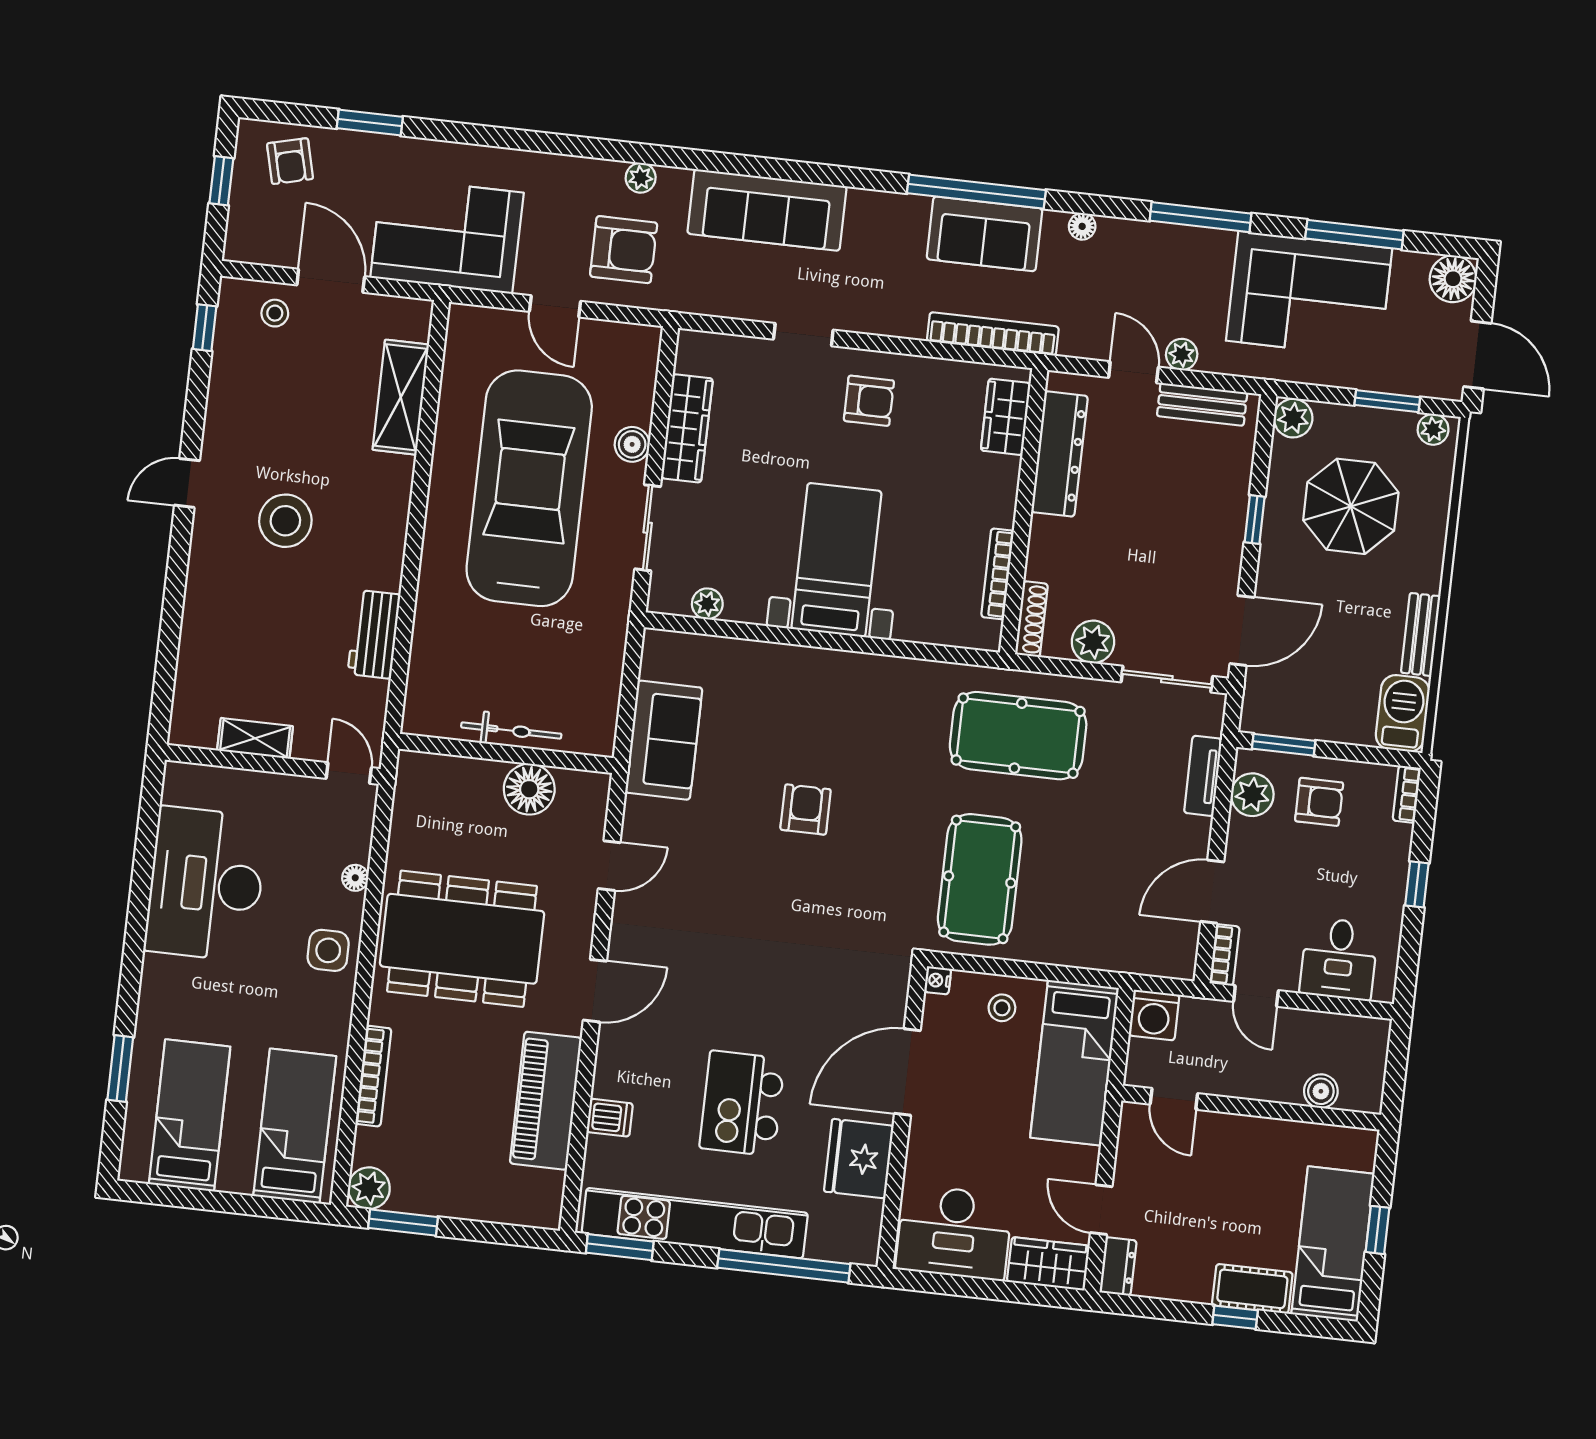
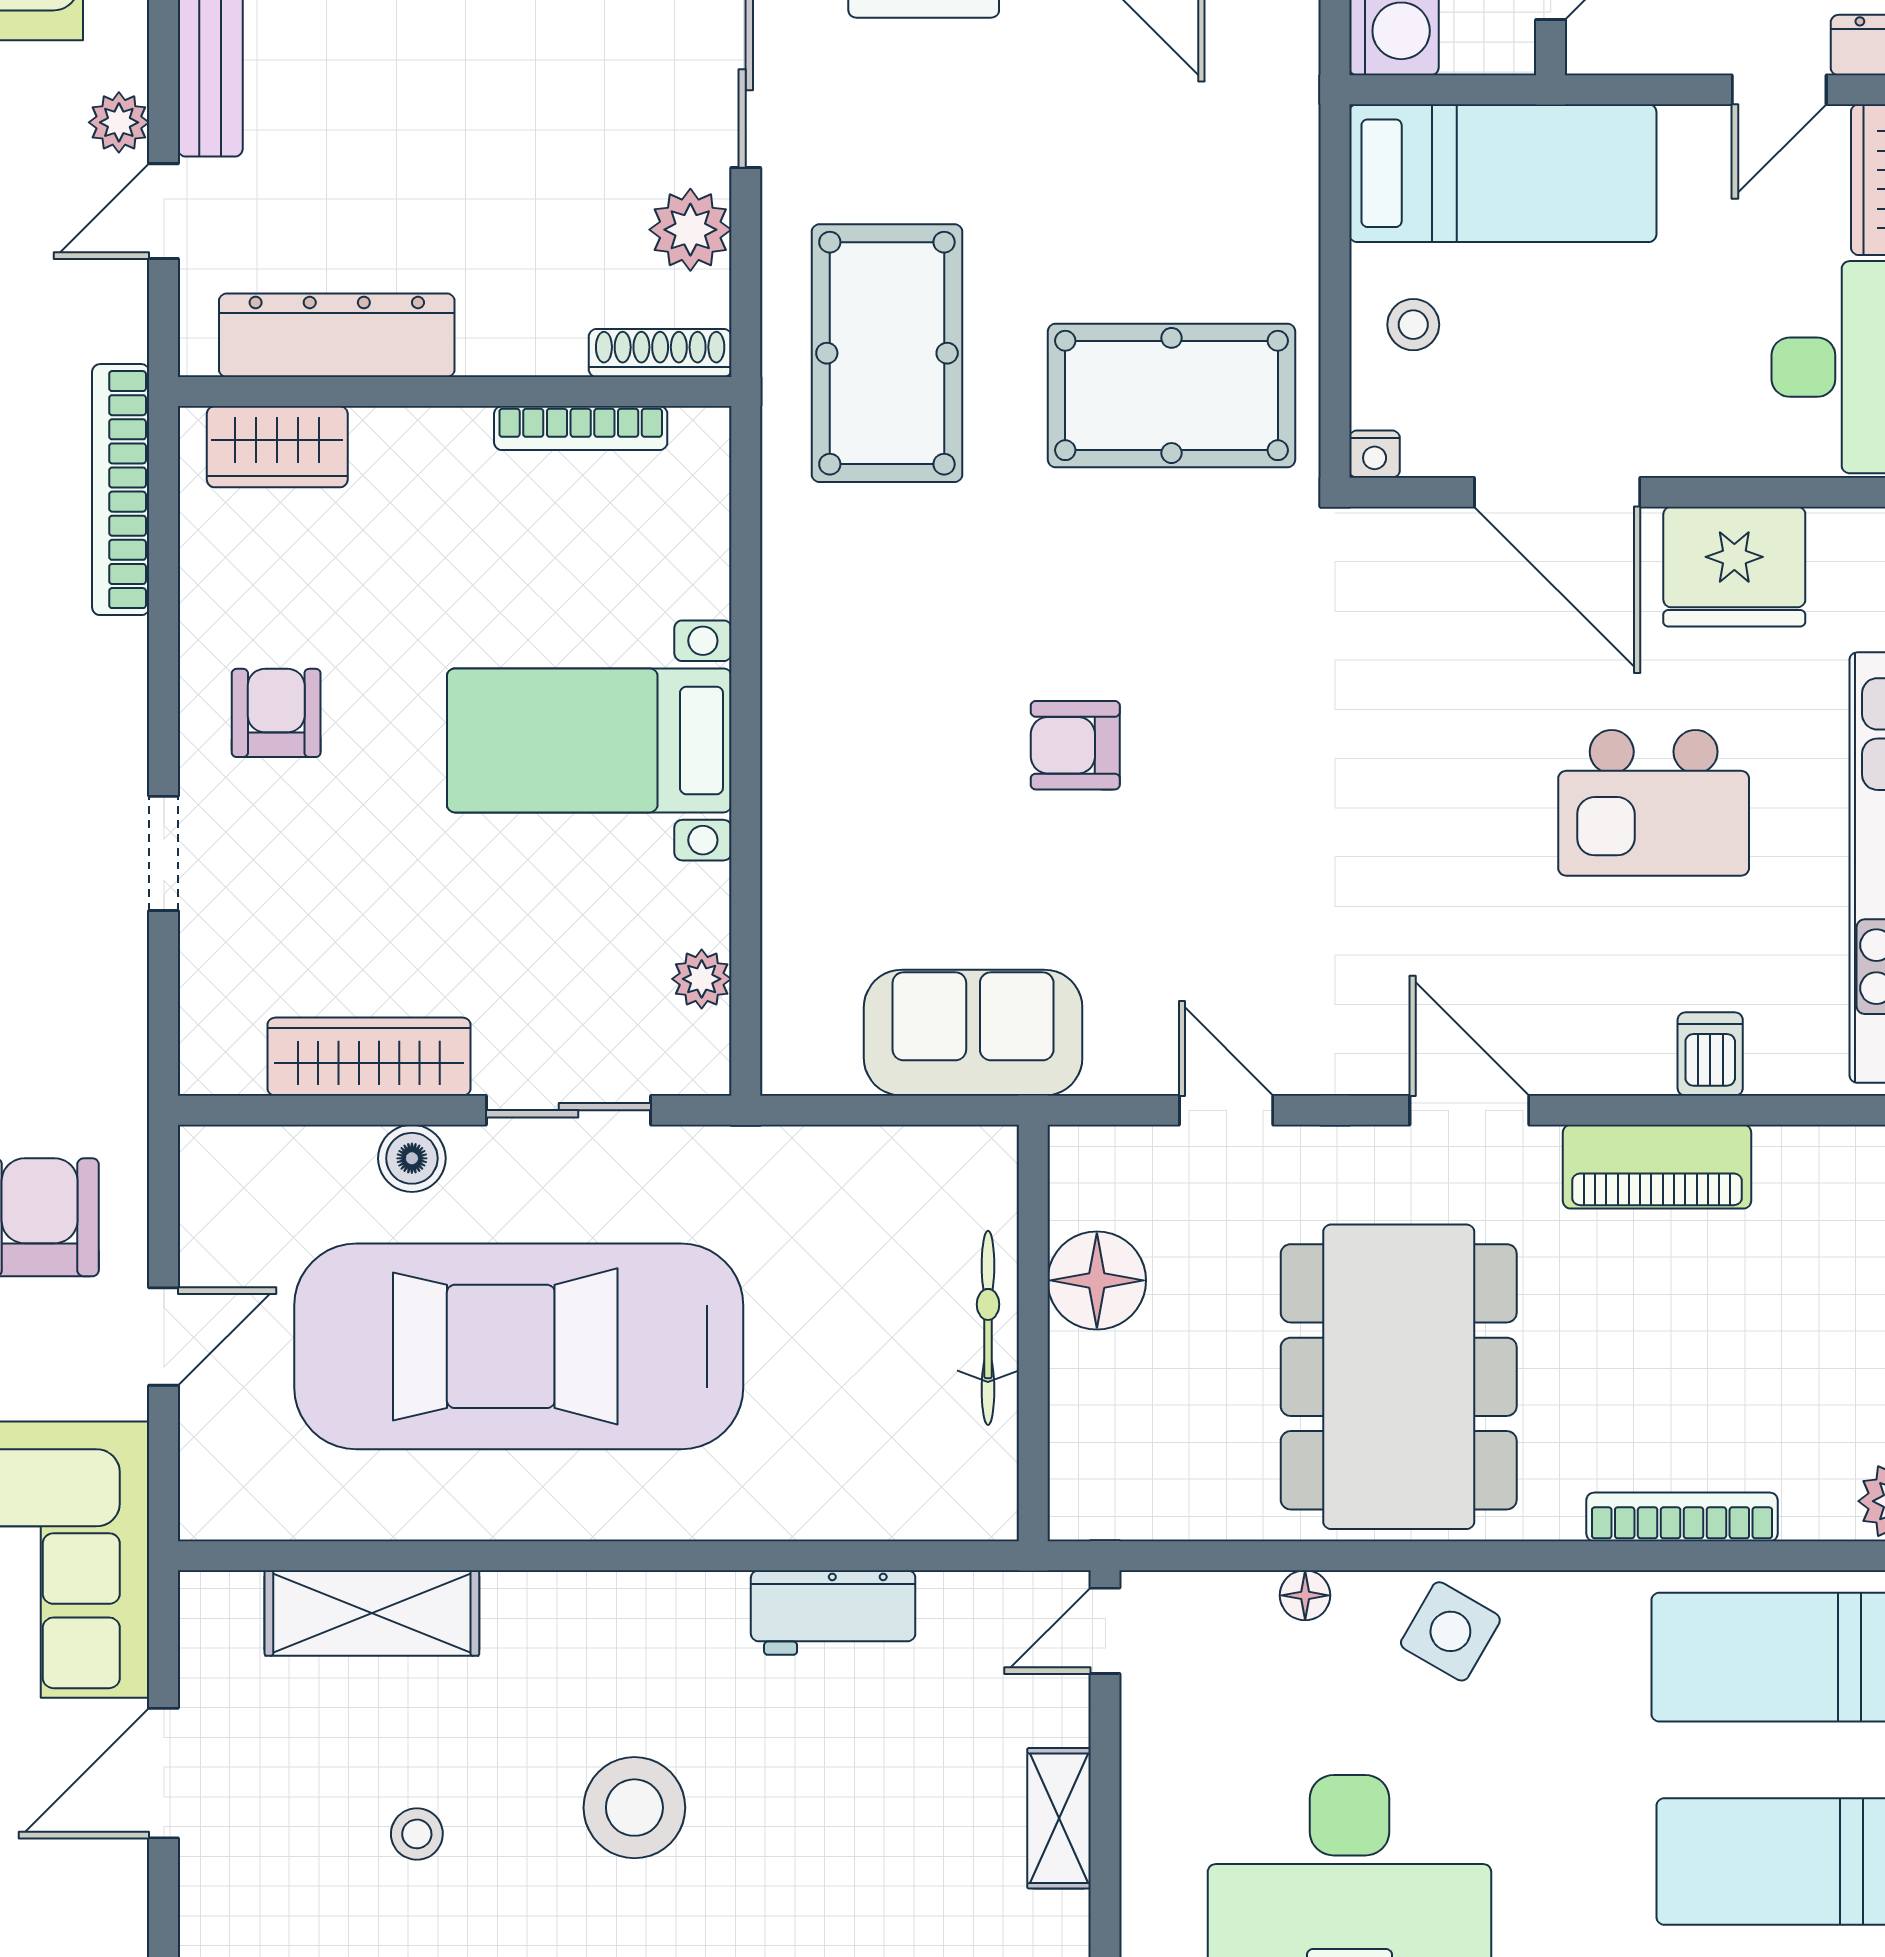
stool: (275, 313) -> (417, 1834), moved
side table: (328, 950) -> (1450, 1631), turned 30
piano: (546, 1101) -> (1657, 1167), width x0.73, depth x0.75

